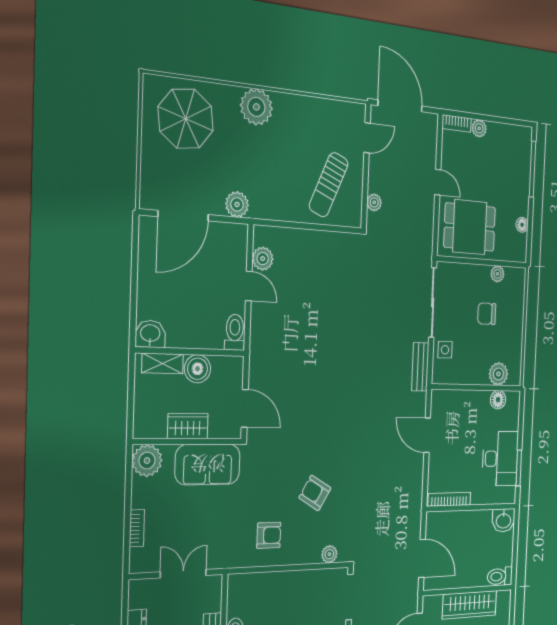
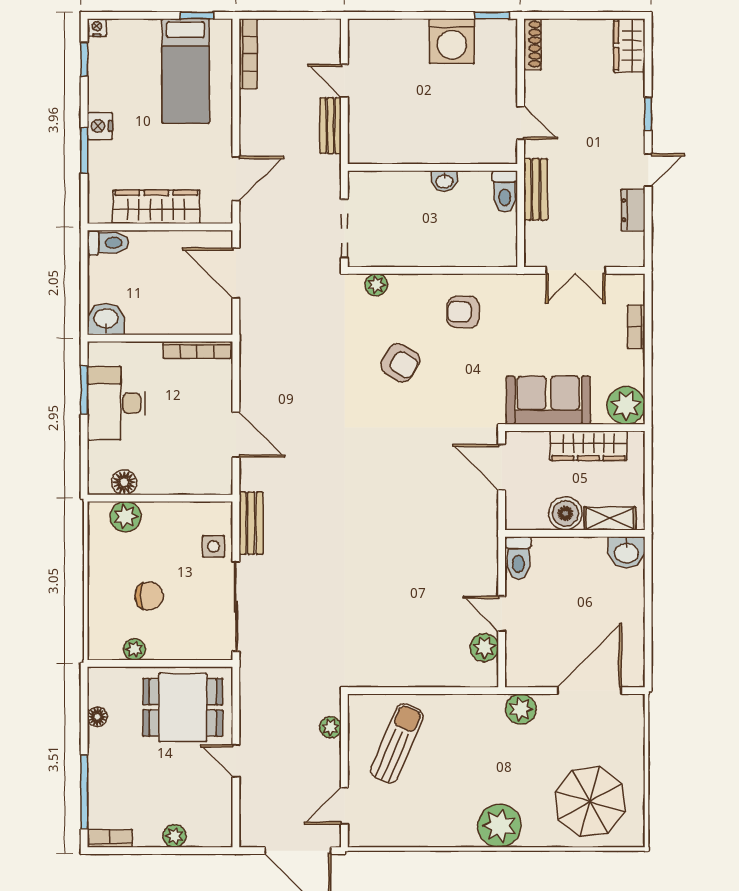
bookcase: (457, 123) -> (110, 838), moved
wardrobe: (188, 426) -> (588, 446), width x1.50

